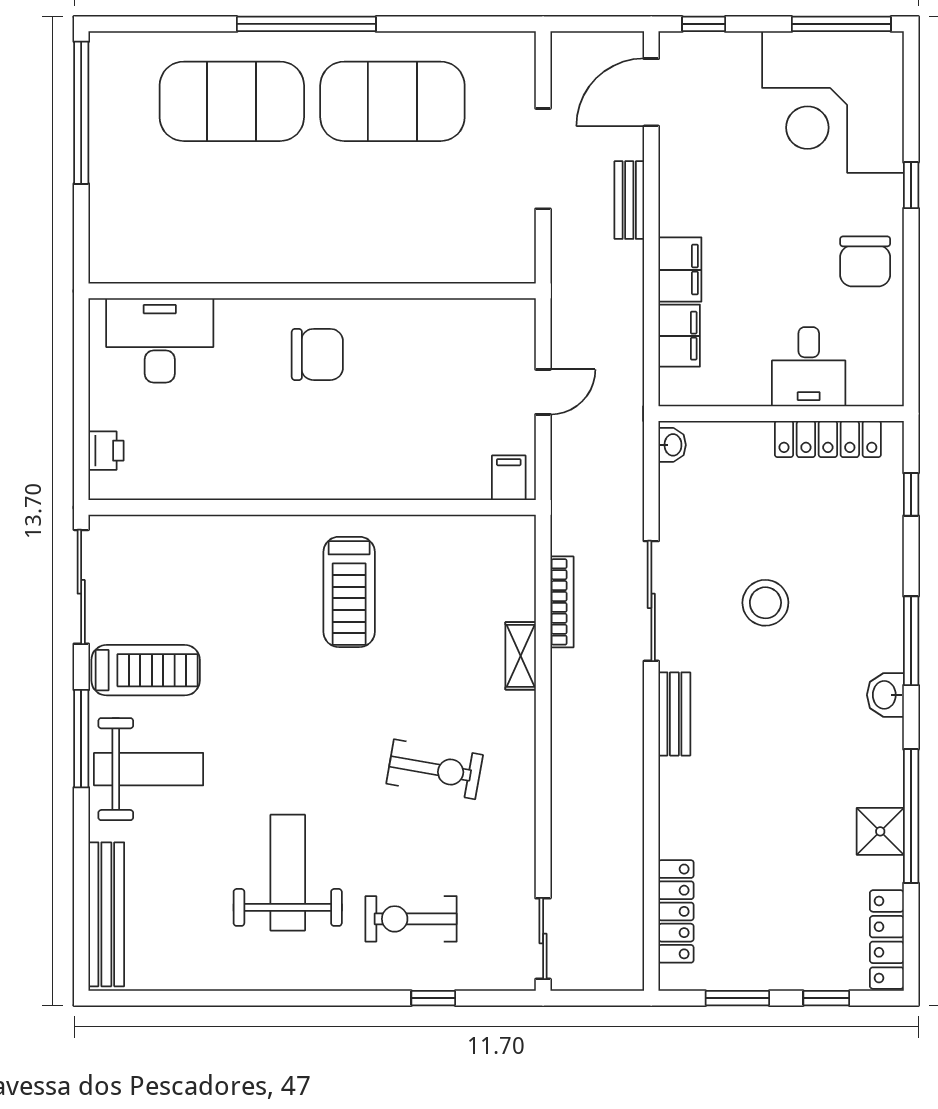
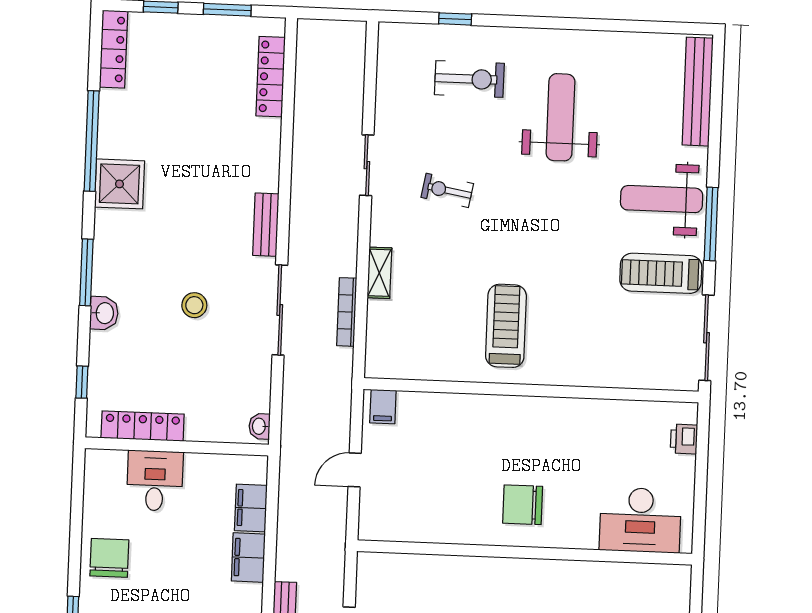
stool: (765, 603) -> (194, 305), width x0.73, depth x0.73
washbasin: (885, 695) -> (104, 313), moved
exercise bike: (435, 769) -> (447, 190), width x0.73, depth x0.72
shower: (880, 831) -> (119, 184), moved, width x1.36, depth x1.36
weight bench: (288, 873) -> (560, 117), turned 180
sliding door: (543, 939) -> (367, 165), moved

